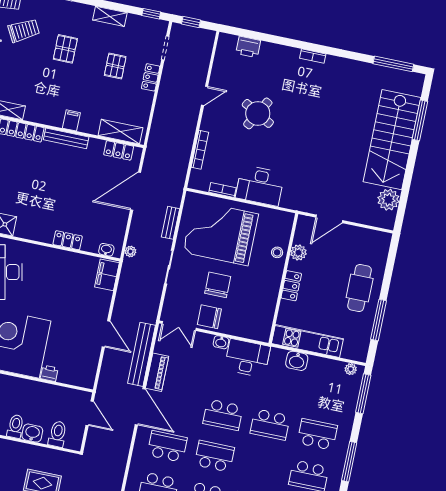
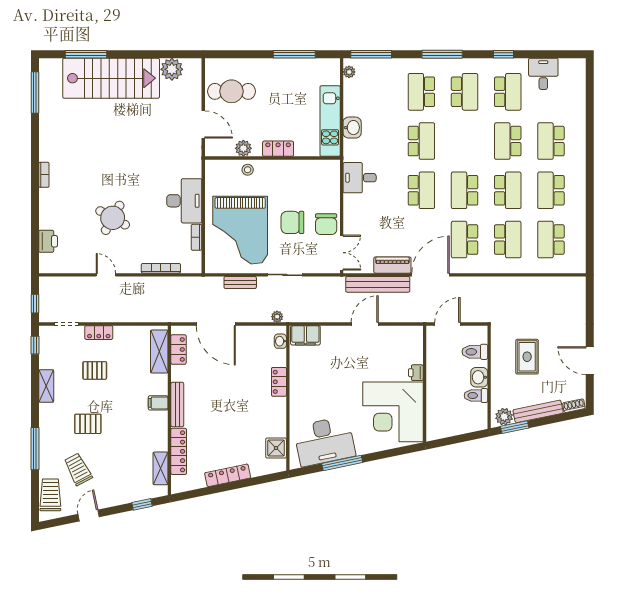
cafe table: (360, 288) -> (231, 91), moved
washbasin: (221, 342) -> (349, 207), removed
desk: (247, 358) -> (360, 178), width x0.73

